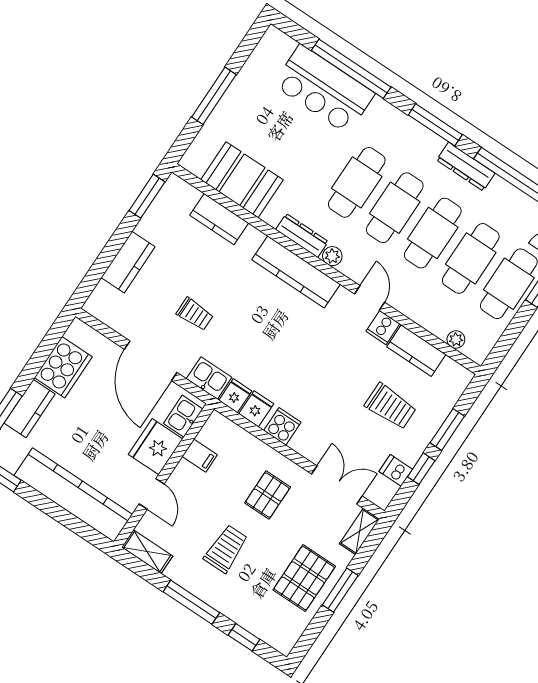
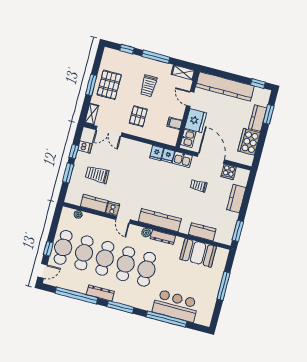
cooker: (282, 426) -> (229, 172), moved

